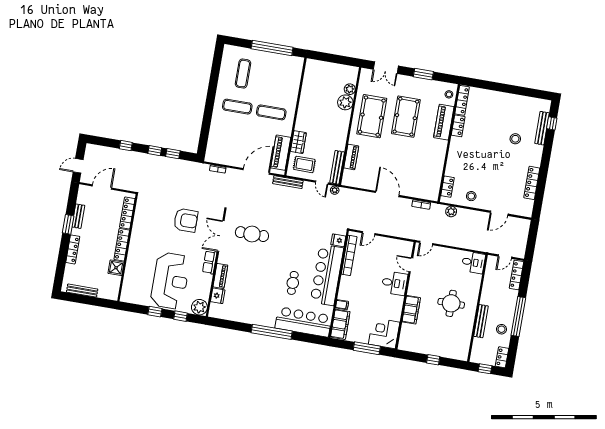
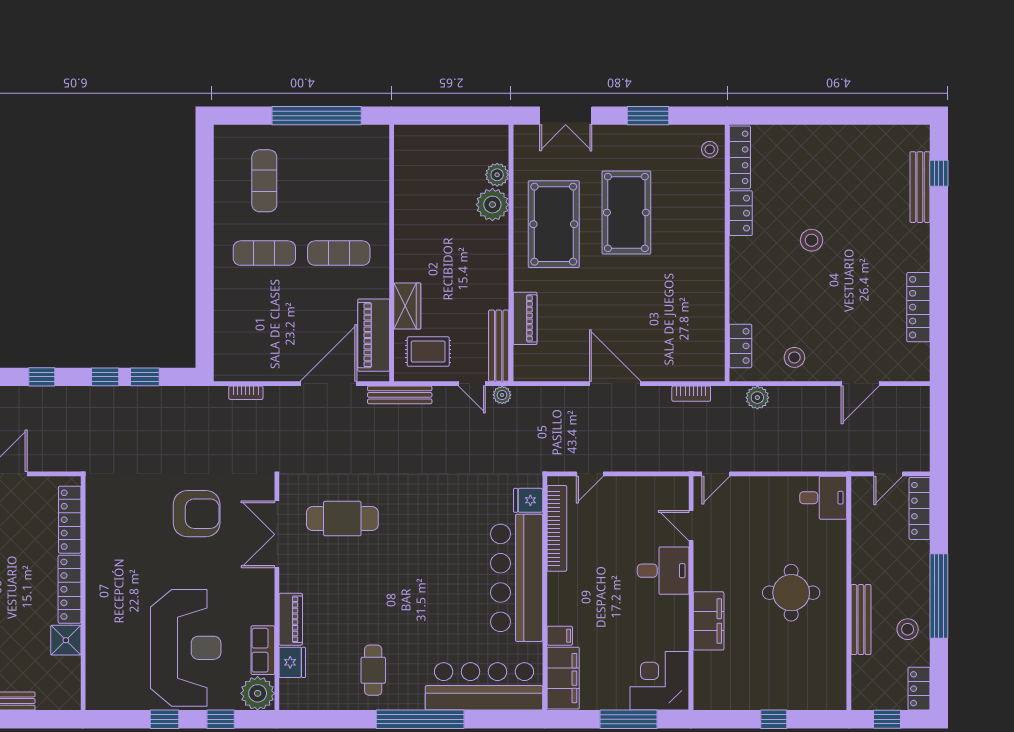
piano: (444, 122) -> (709, 210), removed
stool: (515, 139) -> (812, 240), moved
row of seats: (210, 262) -> (263, 650), moved
cafe table: (293, 283) -> (373, 670), moved

